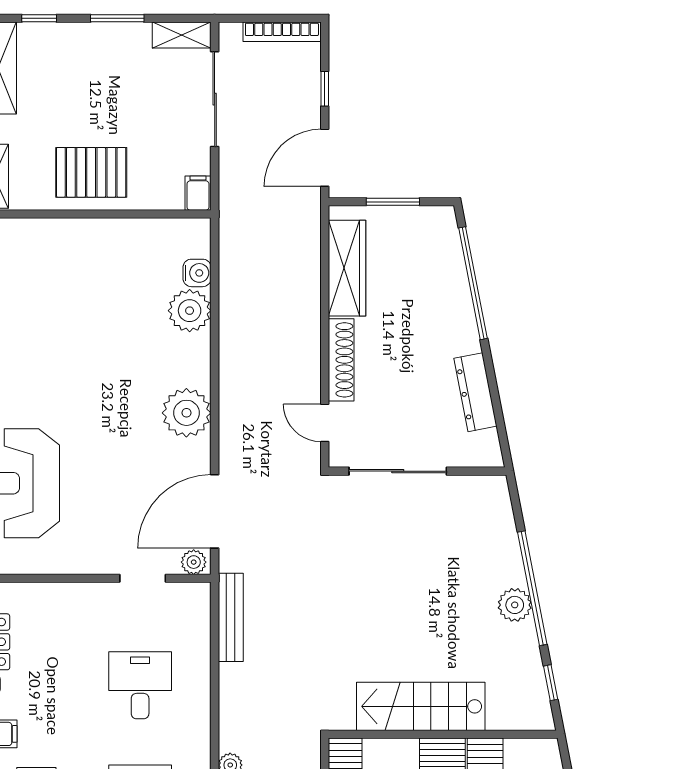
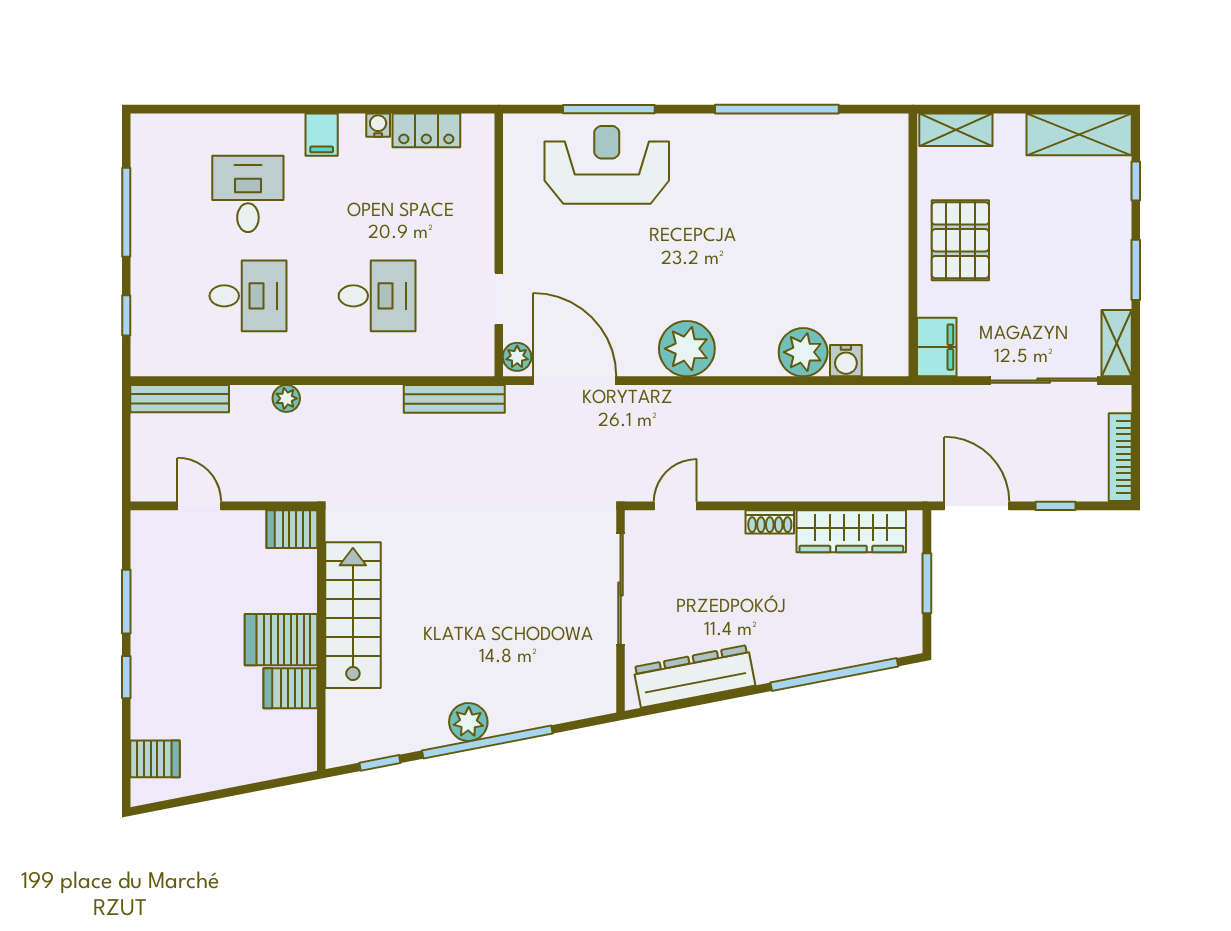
filing cabinet: (198, 193) -> (937, 347), width x2.00
shoe rack: (341, 360) -> (770, 522), width x0.51, depth x0.81
dresser: (475, 392) -> (694, 676), width x1.37, depth x1.24

